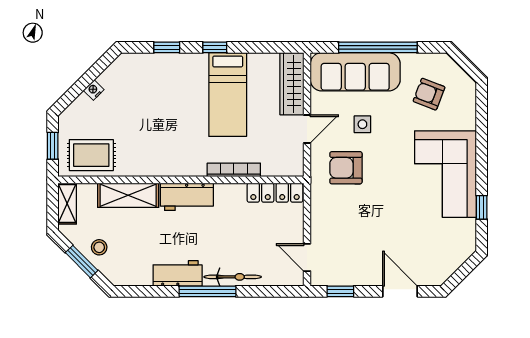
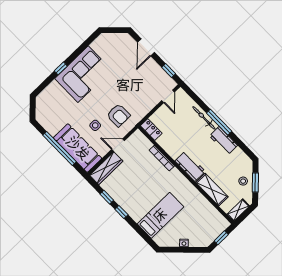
window: (167, 47) -> (107, 197), moved
armchair: (429, 94) -> (58, 111), removed
bed: (228, 95) -> (160, 215), moved
rug: (91, 155) -> (210, 219), removed
locker: (275, 193) -> (151, 130), width x0.66
window: (482, 207) -> (61, 68), moved

